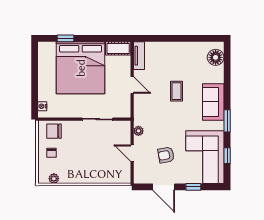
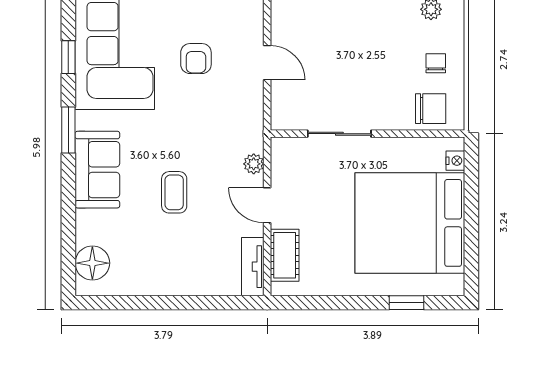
cot: (118, 48) -> (285, 255), moved, turned 90
bed: (81, 68) -> (410, 223), moved, turned -90
plant: (139, 131) -> (254, 164), moved
armchair: (166, 155) -> (196, 59), turned 100

